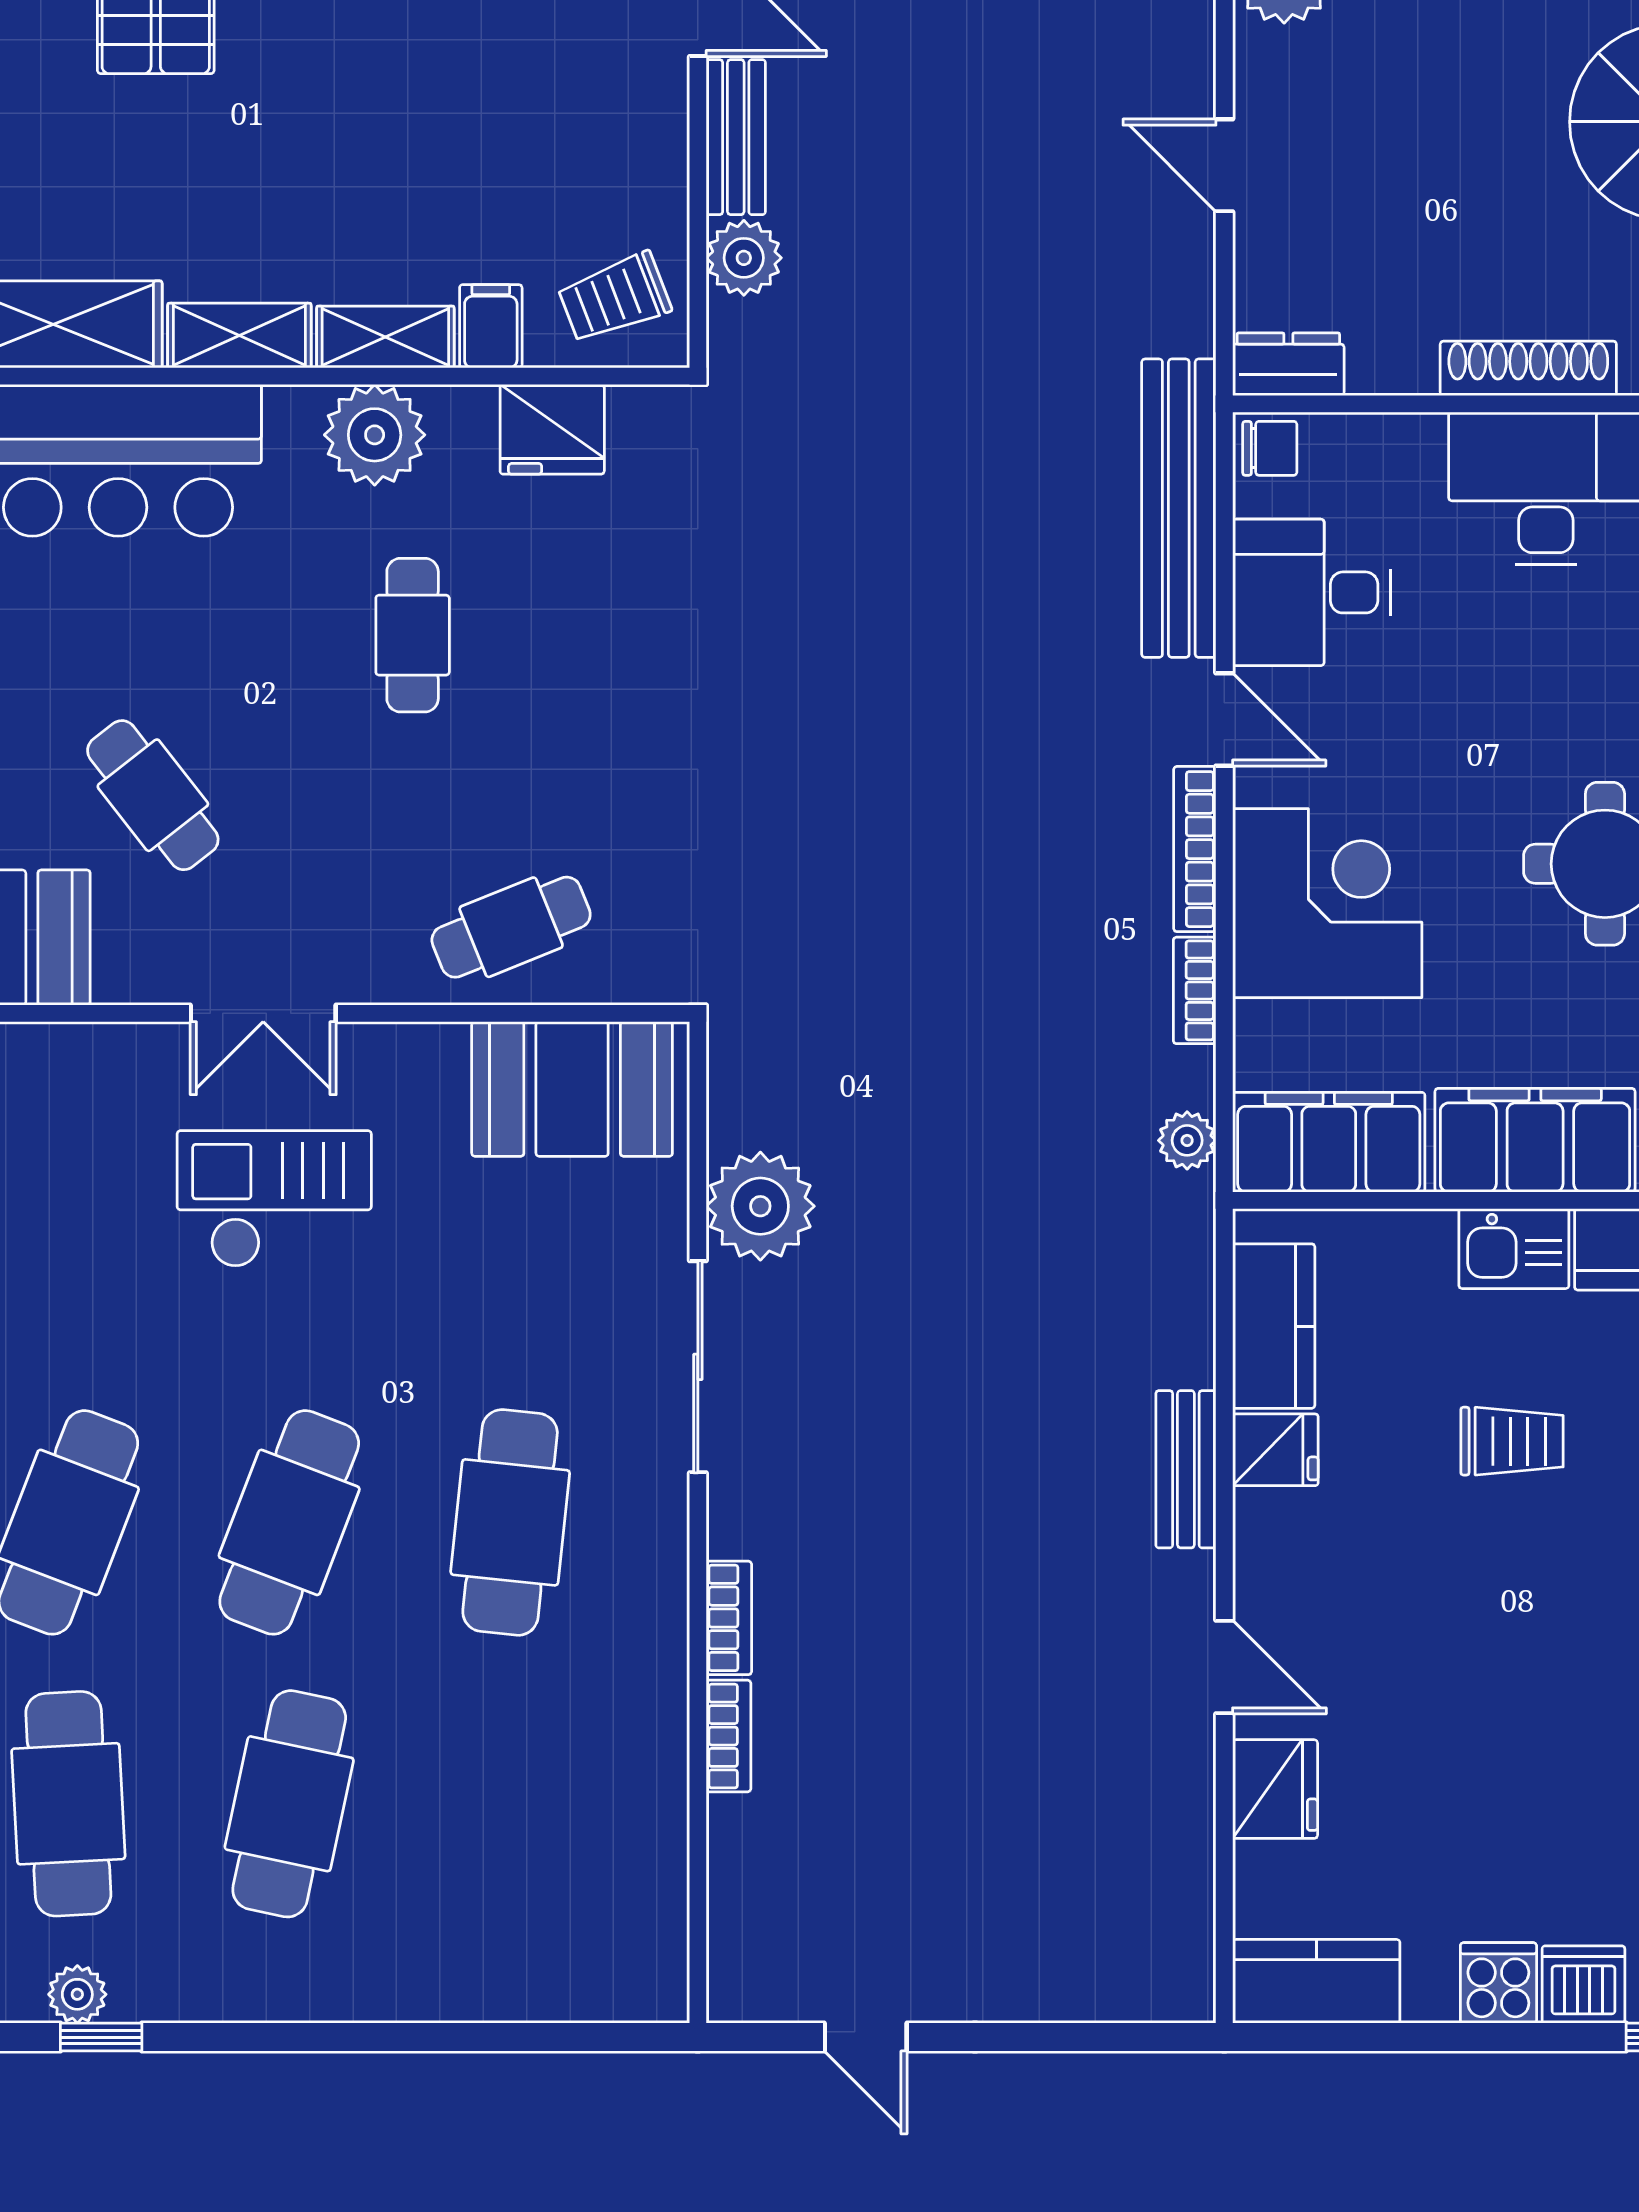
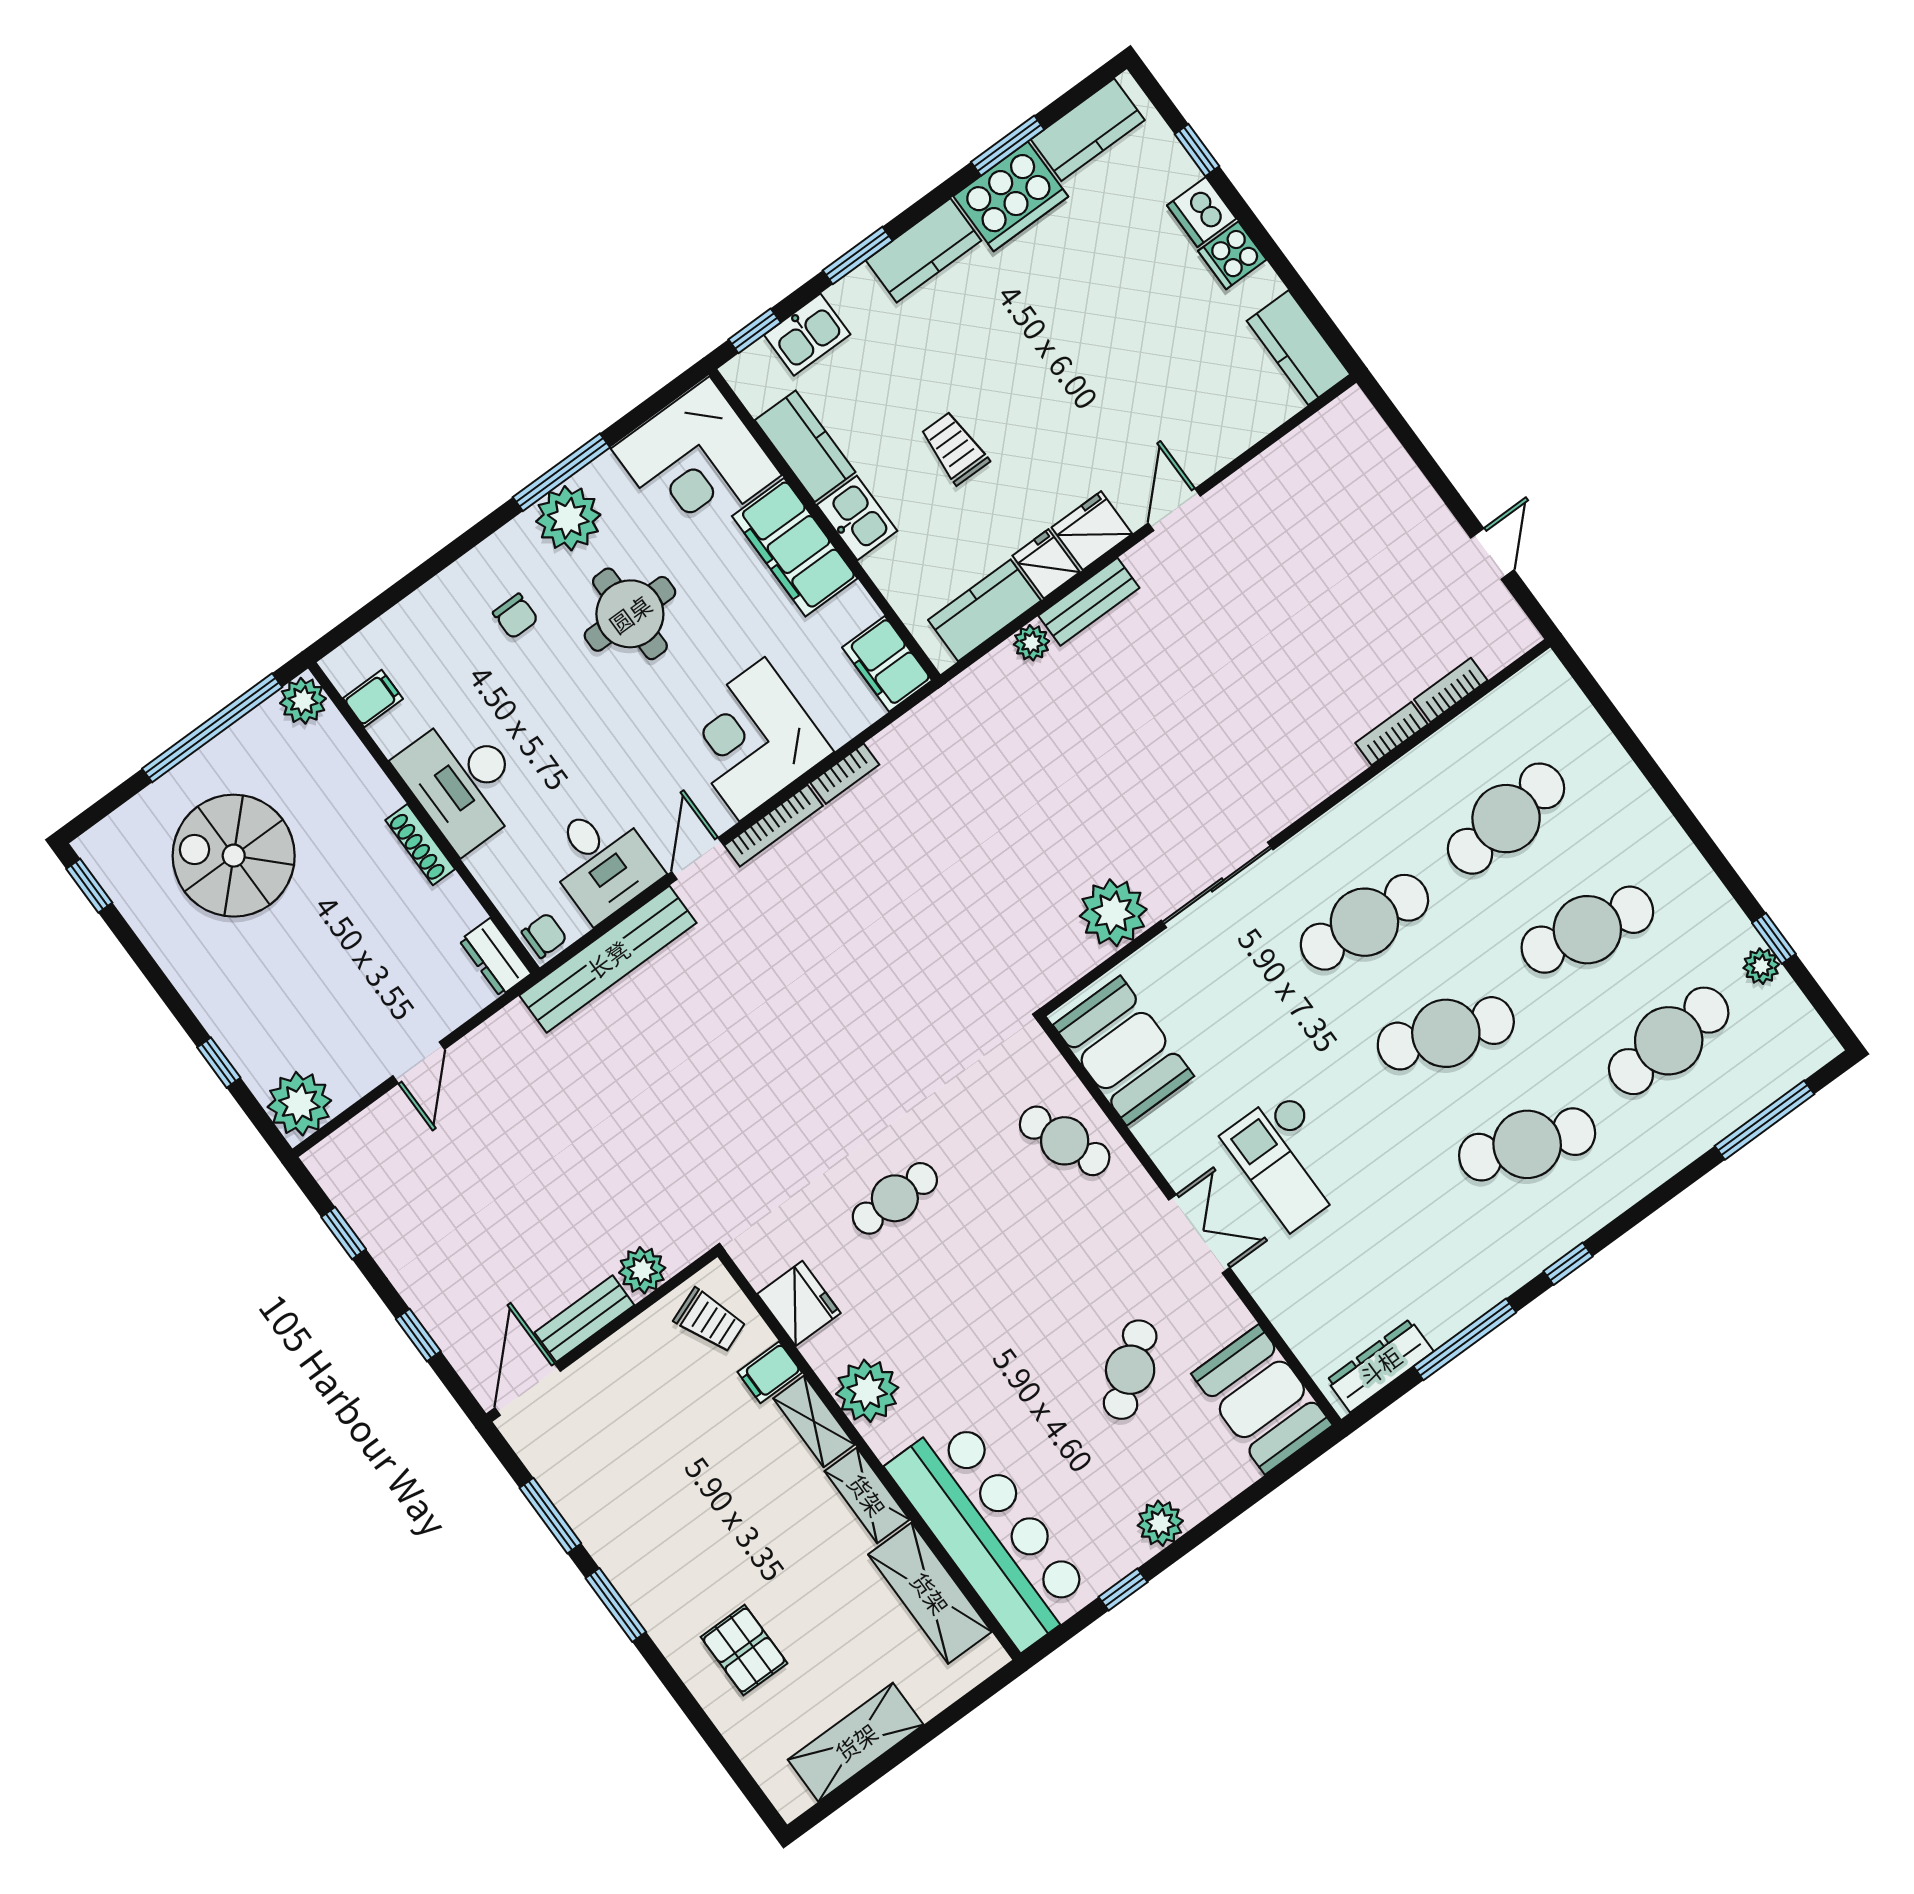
shoe rack: (1528, 368) -> (420, 845), width x0.74, depth x0.81
chair: (1270, 448) -> (544, 935), turned 90
cafe table: (413, 635) -> (895, 1198), moved
plant: (1187, 1140) -> (1032, 643), moved
filing cabinet: (1329, 1142) -> (887, 664), width x0.67, depth x0.86
bookcase: (729, 1618) -> (1451, 690), moved
fridge: (1275, 1789) -> (1092, 531), moved
cafe table: (510, 1804) -> (1506, 819), added

